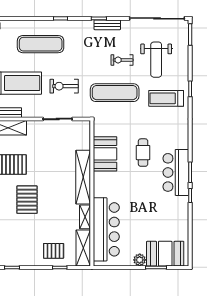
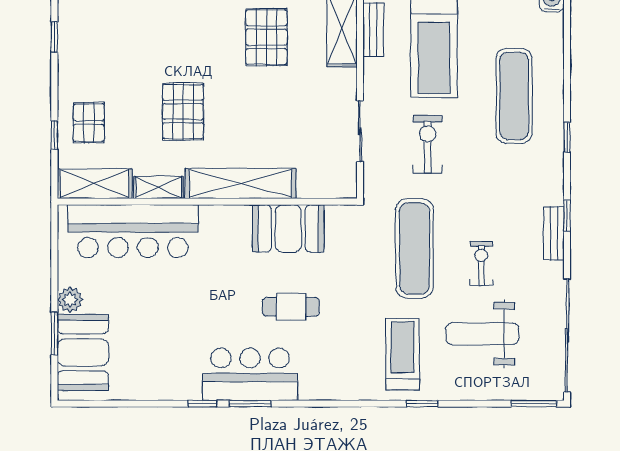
pallet: (27, 200) -> (183, 112), moved, turned 90

